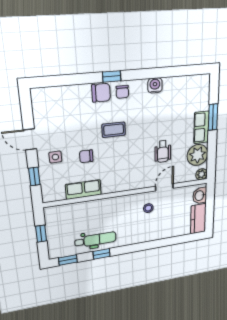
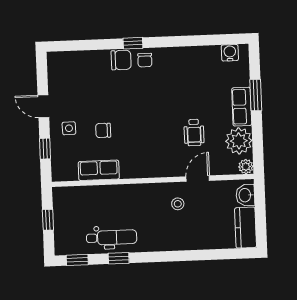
water cooler: (155, 85) -> (230, 53), moved
coffee table: (114, 130) -> (135, 102), removed

